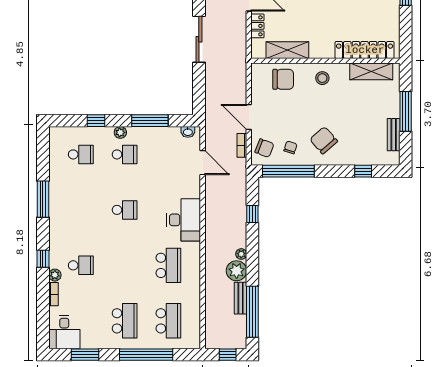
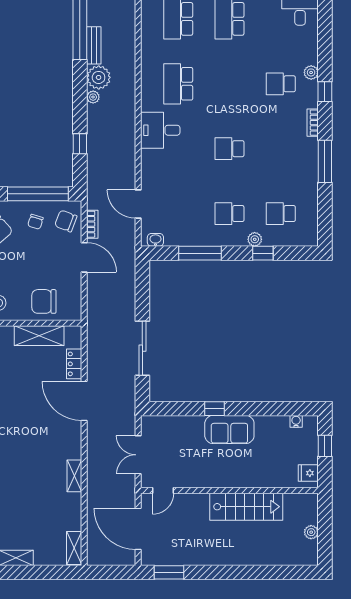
plant: (120, 132) -> (255, 239), moved
desk: (184, 220) -> (160, 130), width x0.73
bookcase: (53, 294) -> (313, 123), moved

